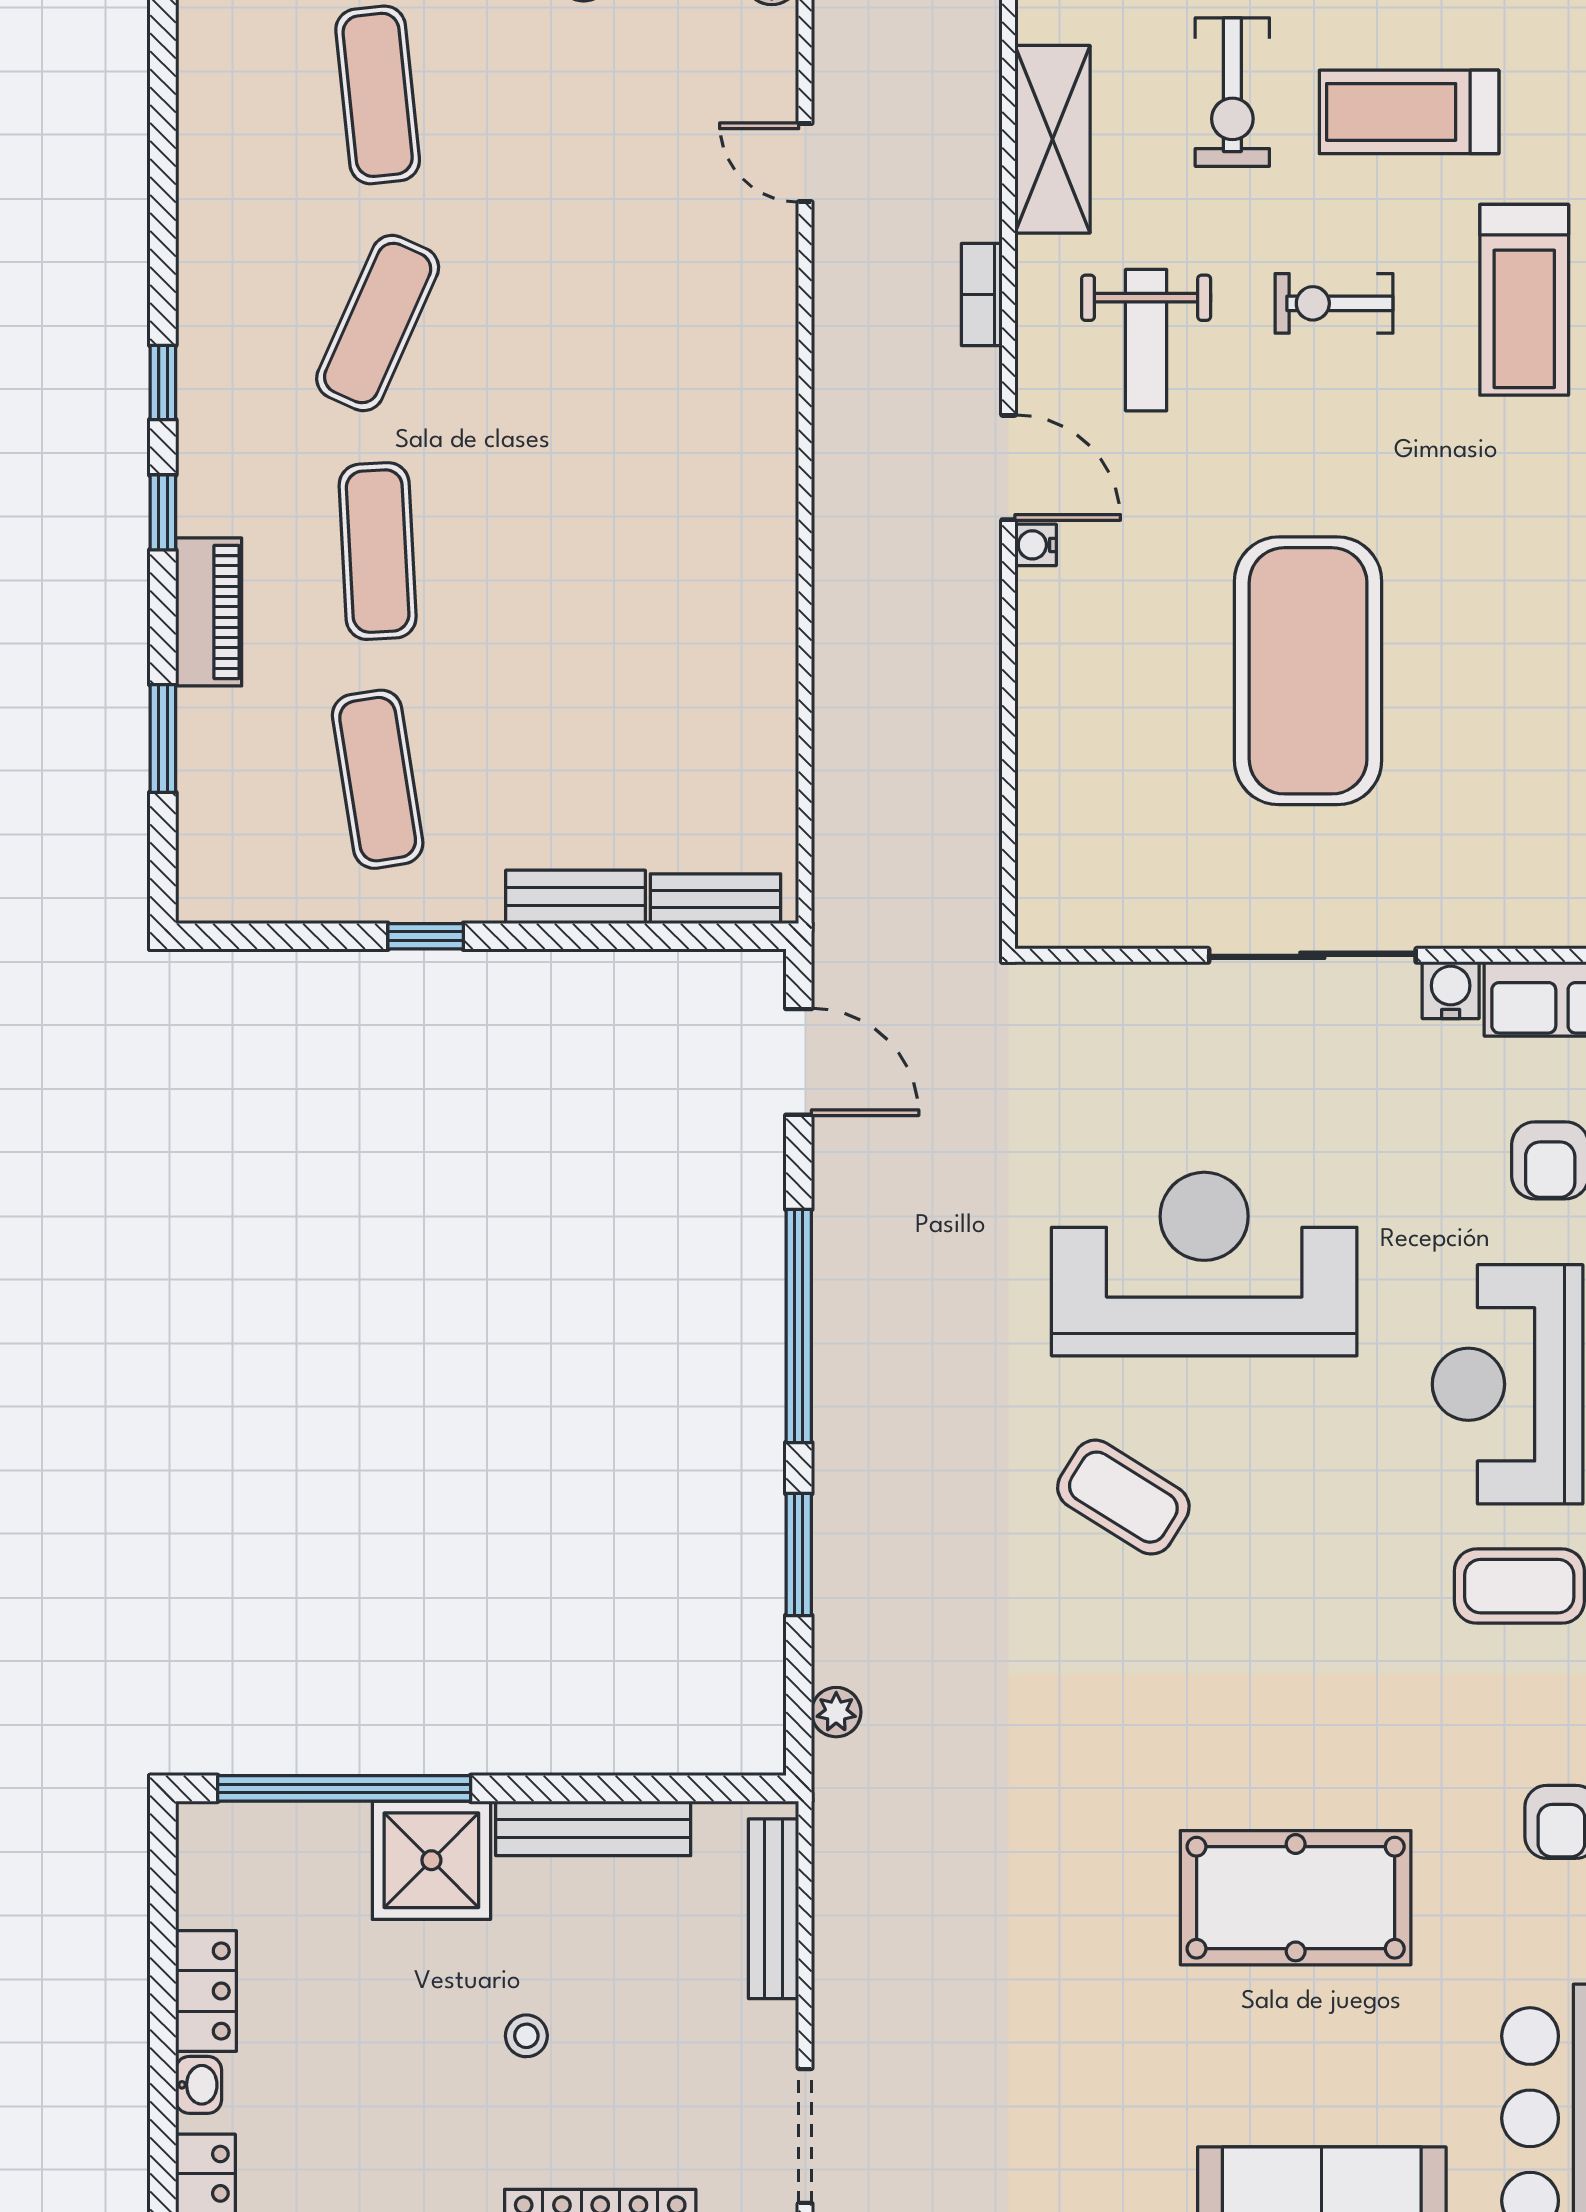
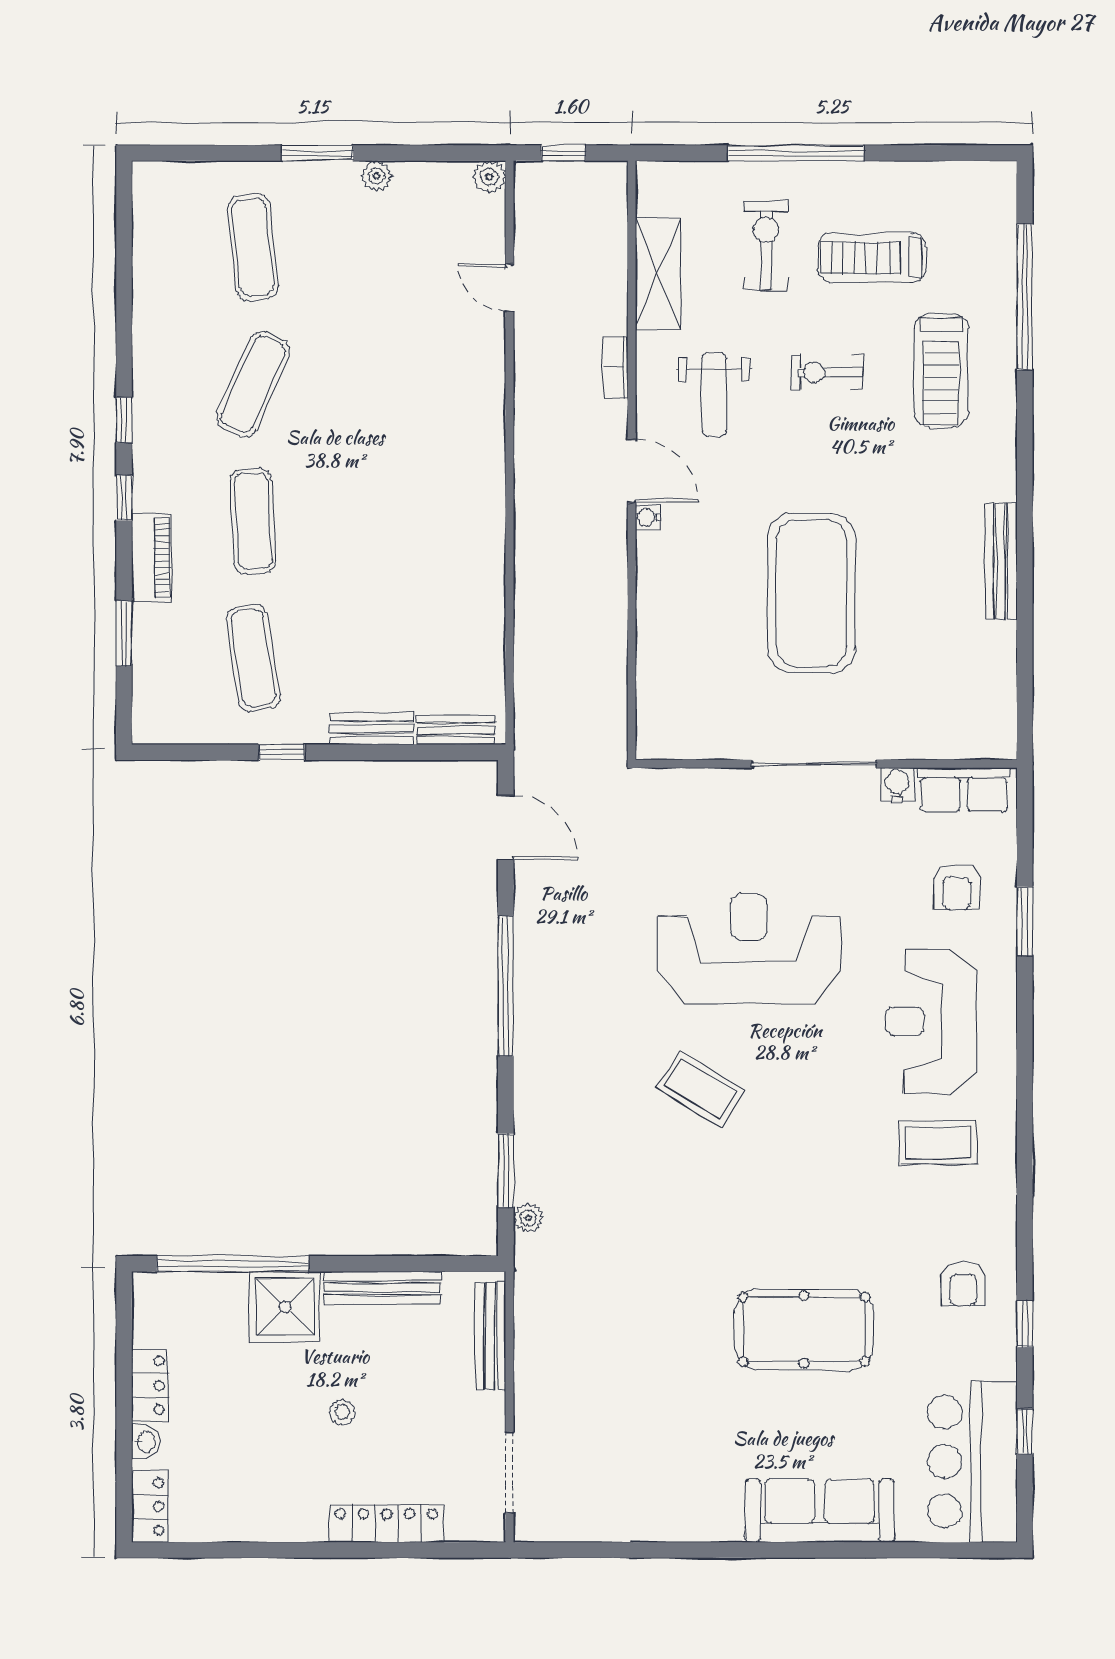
exercise bike: (1232, 92) -> (766, 246), turned 180
window: (799, 1555) -> (506, 1171), moved

